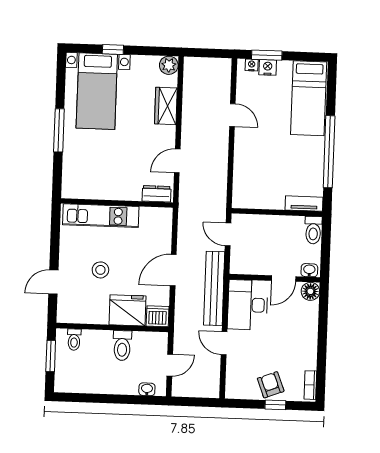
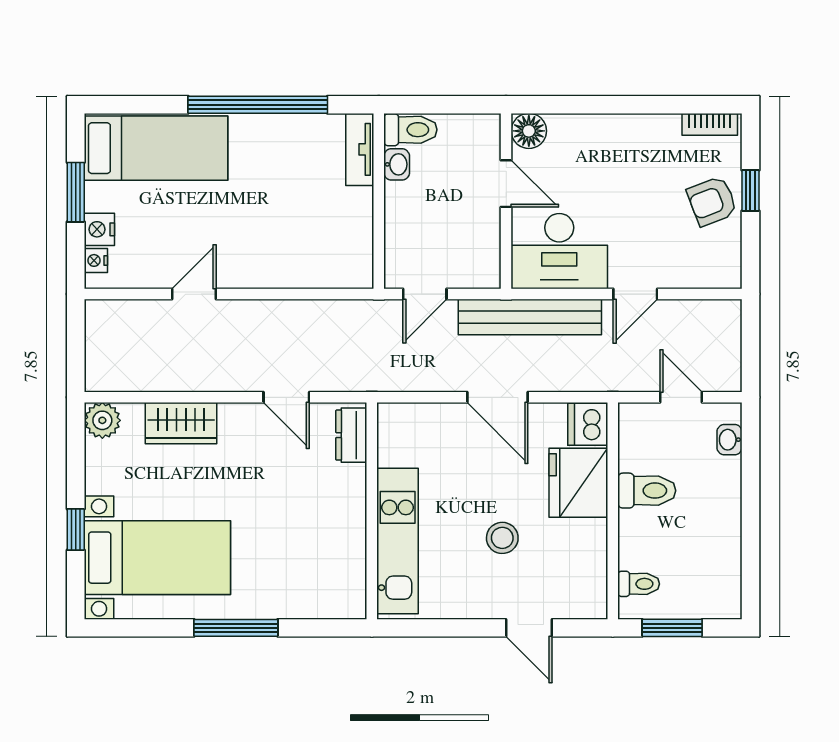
window: (267, 55) -> (76, 192), moved
washbasin: (309, 270) -> (397, 164), moved, turned 180

